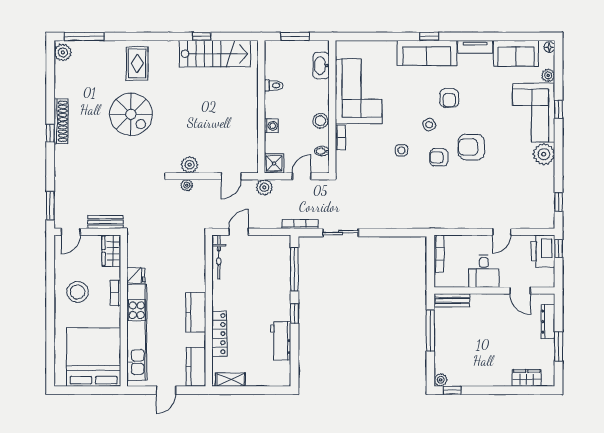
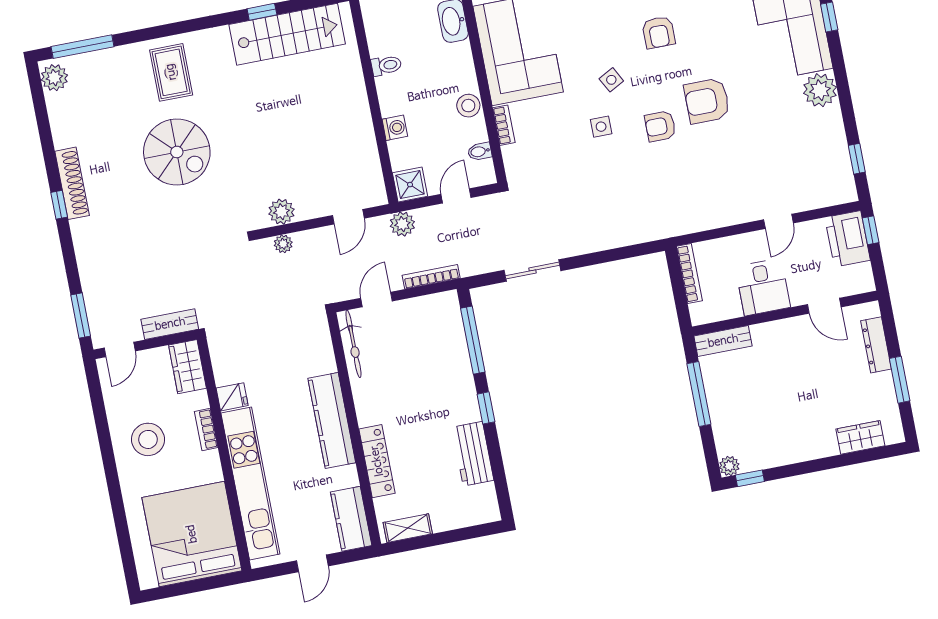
side table: (429, 125) -> (611, 80), moved
bookcase: (300, 224) -> (431, 277), moved
kitchen counter: (196, 312) -> (332, 420), width x1.50

